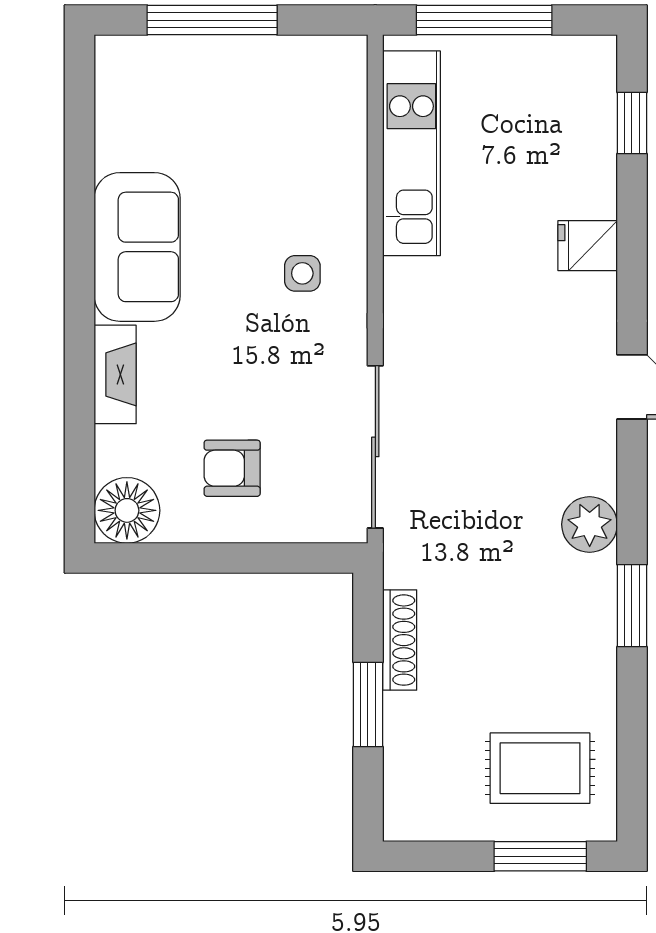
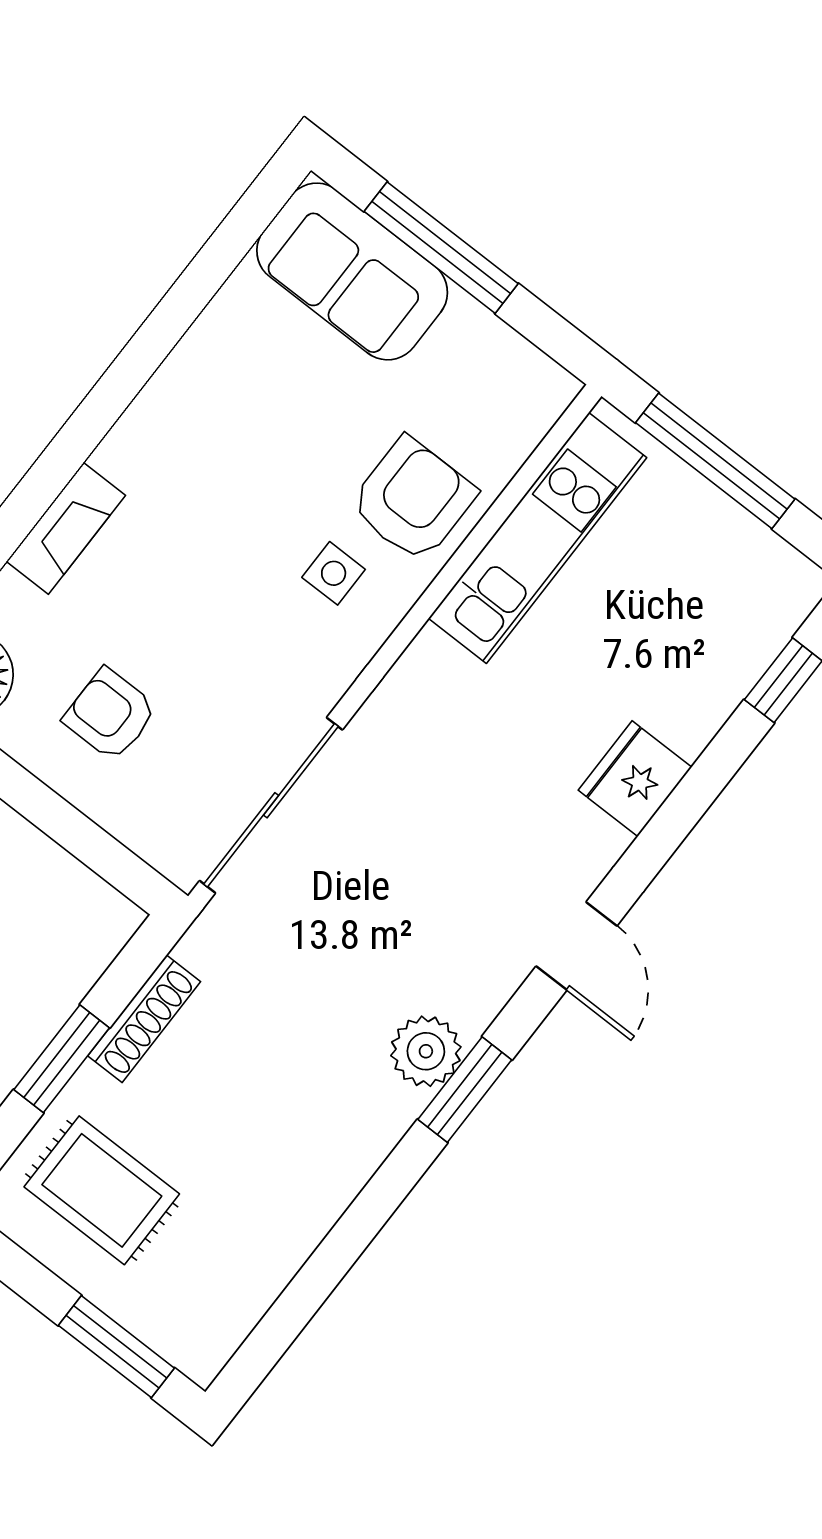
armchair: (316, 190) -> (413, 499), added
fridge: (588, 246) -> (635, 779), width x1.38
sofa: (137, 247) -> (352, 271), moved, turned 90
window: (632, 606) -> (465, 1090), moved
rug: (540, 768) -> (102, 1190), moved

